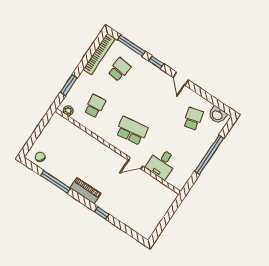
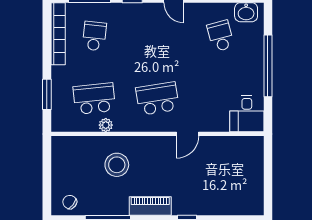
school desk: (95, 106) -> (94, 99), width x1.85
plant: (68, 111) -> (106, 125), moved
stool: (82, 153) -> (117, 165), added
desk: (162, 164) -> (247, 114), moved

